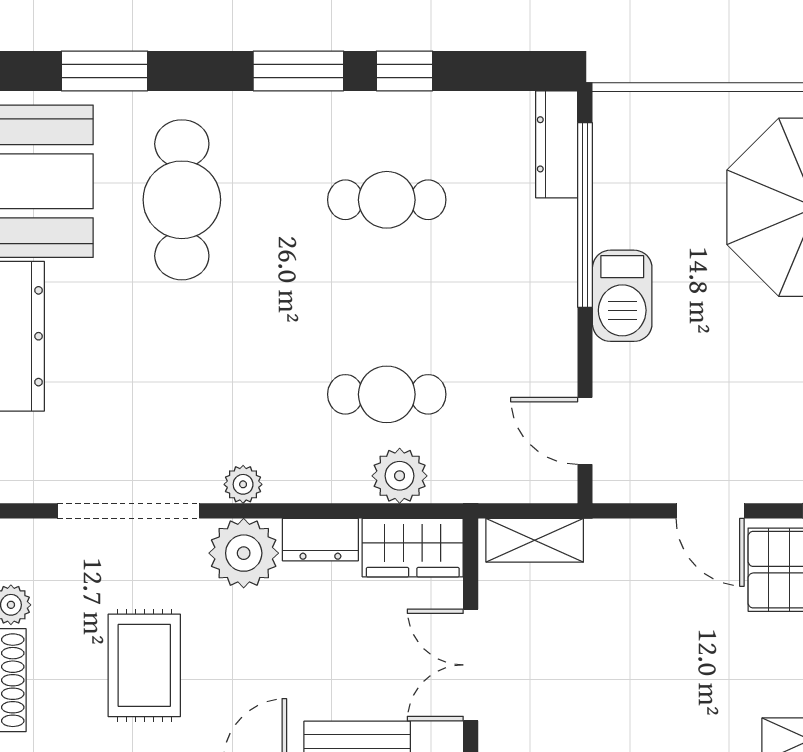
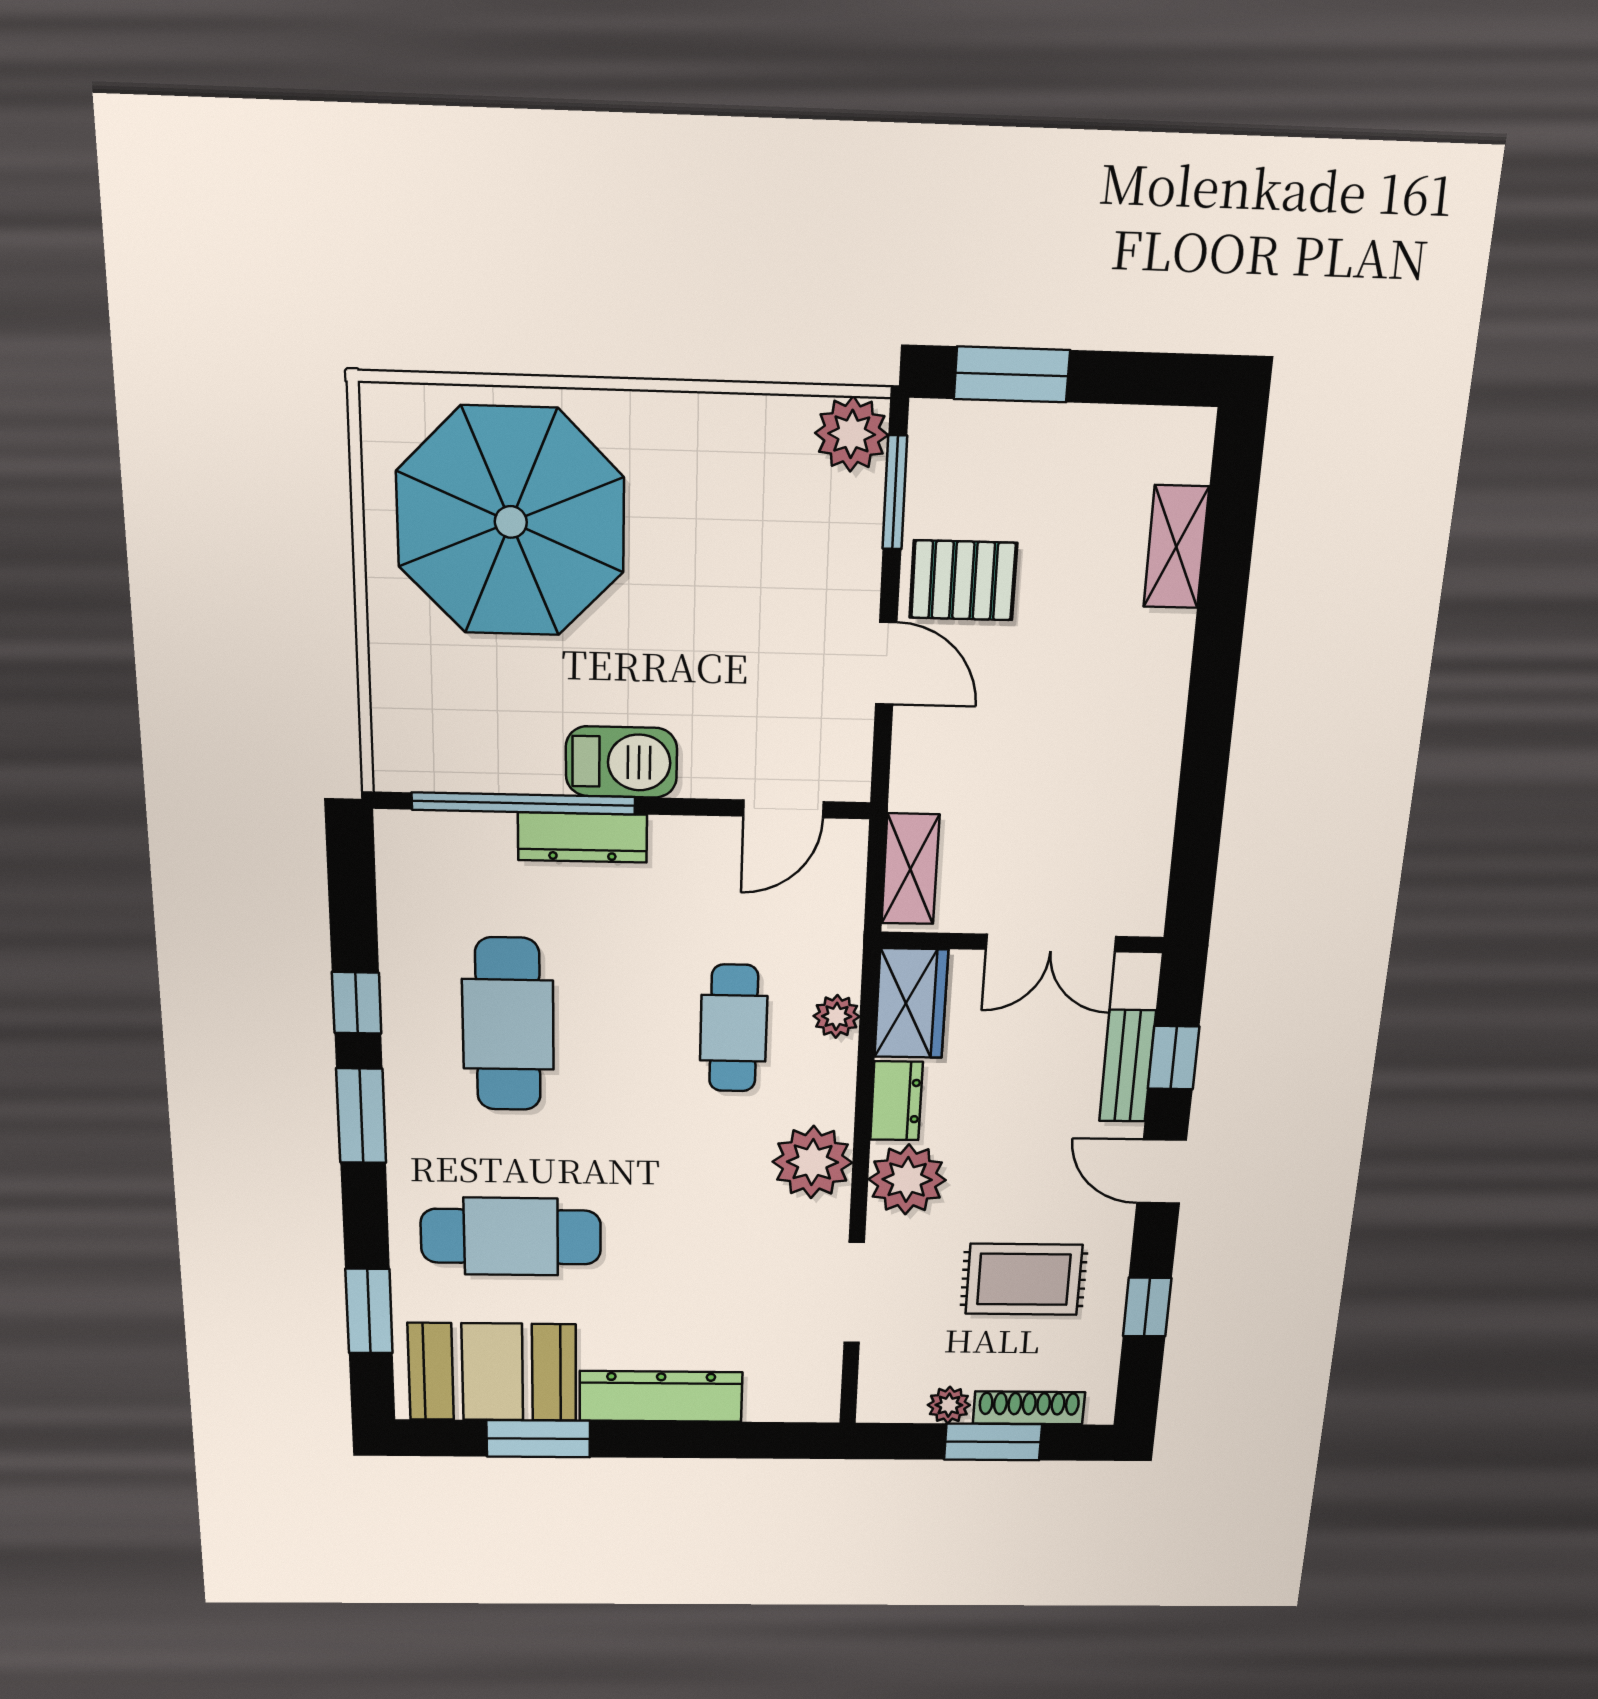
dresser: (557, 144) -> (582, 837), moved
cafe table: (387, 200) -> (508, 1025), width x1.37, depth x1.35
plant: (400, 476) -> (837, 1016), width x0.73, depth x0.73
plant: (243, 484) -> (812, 1162), width x1.88, depth x1.88
doorway: (128, 511) -> (854, 1293), width x0.73
door: (710, 511) -> (886, 663), hinge flipped

